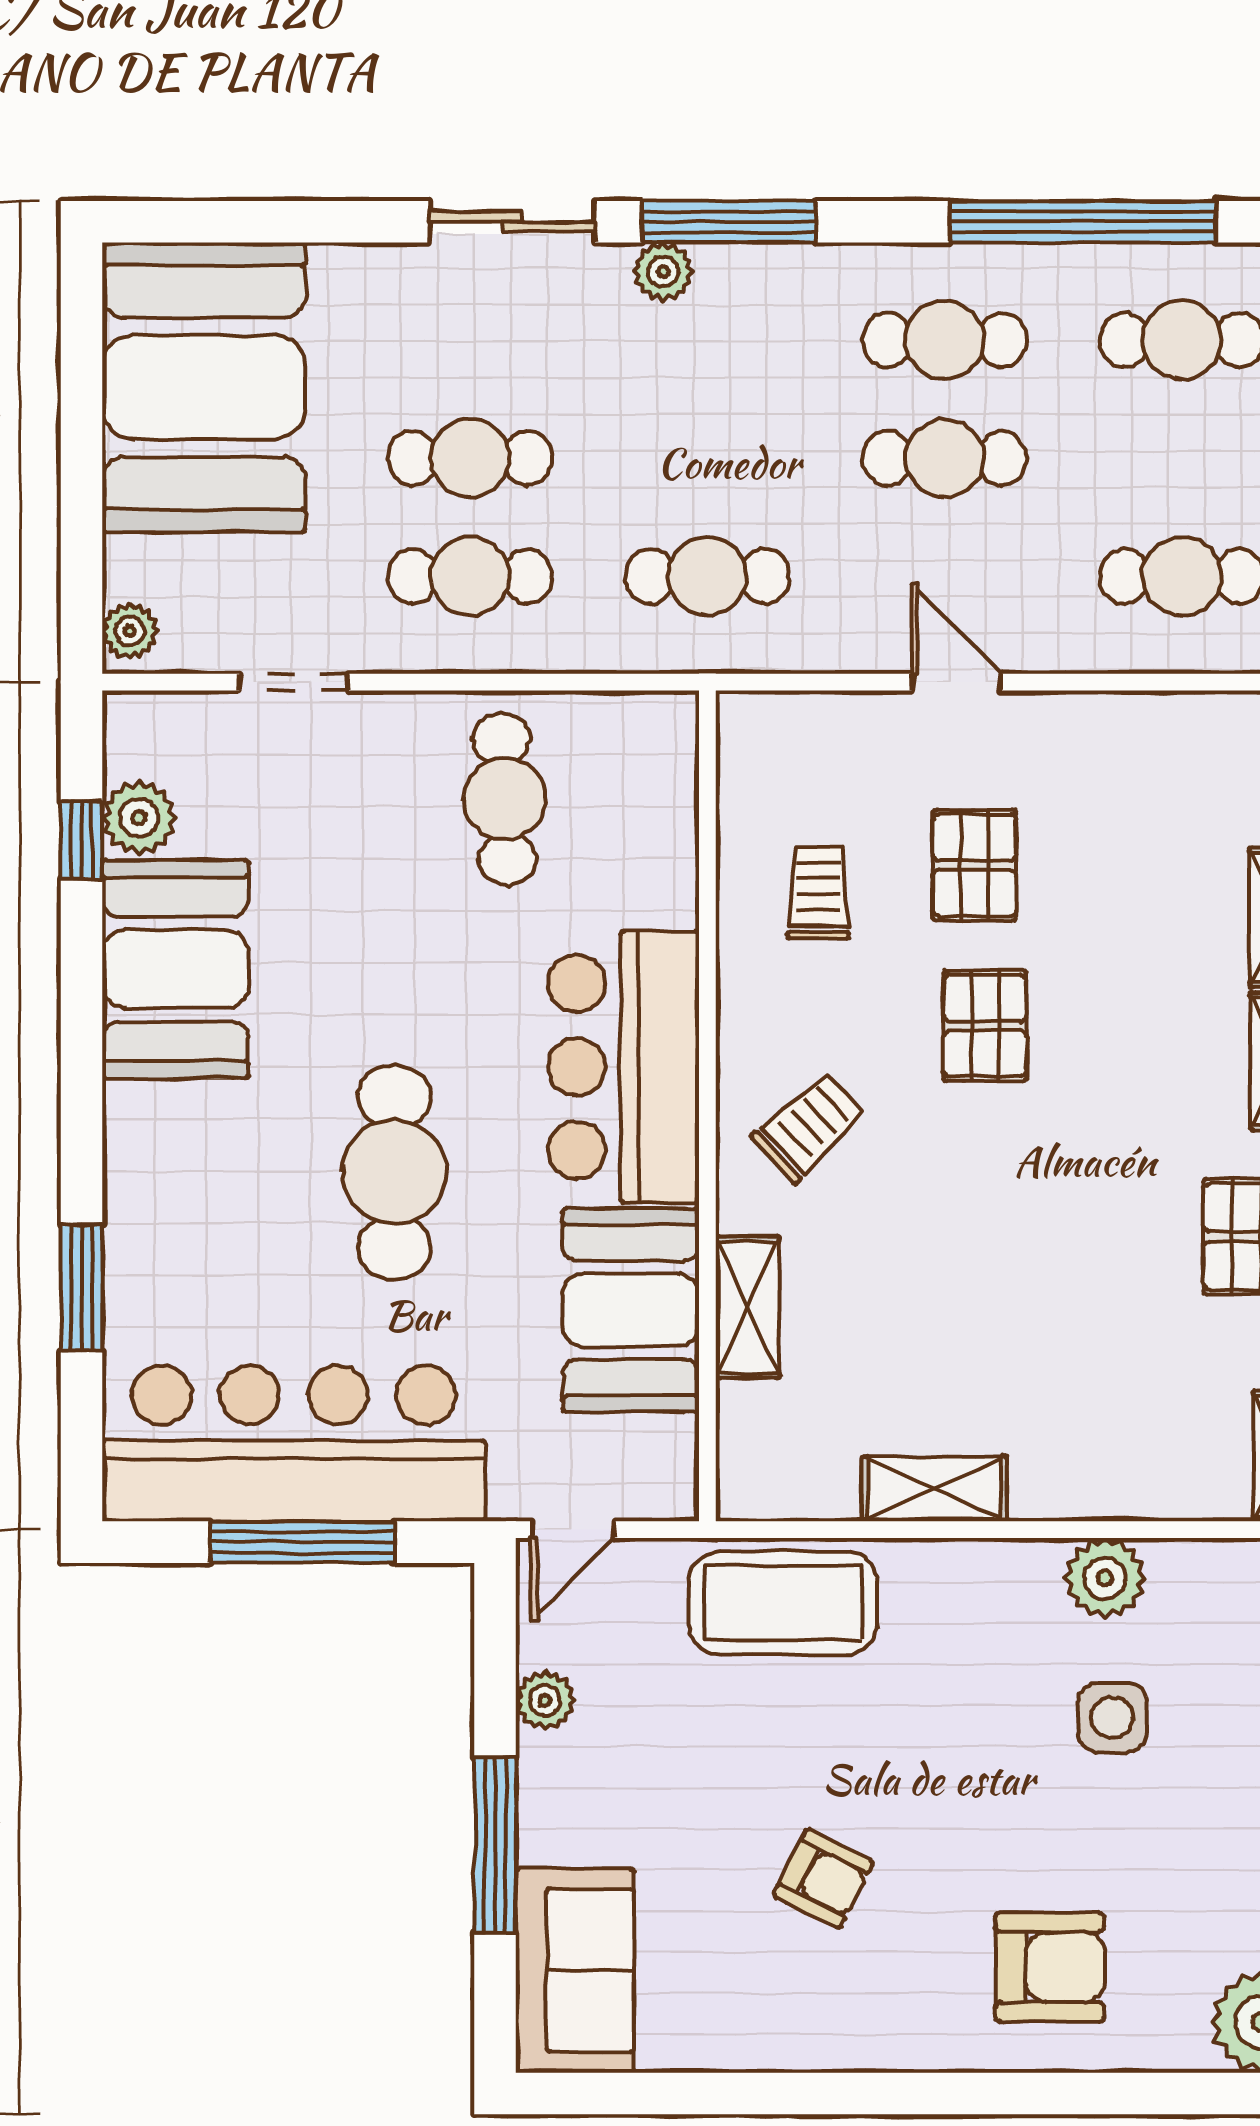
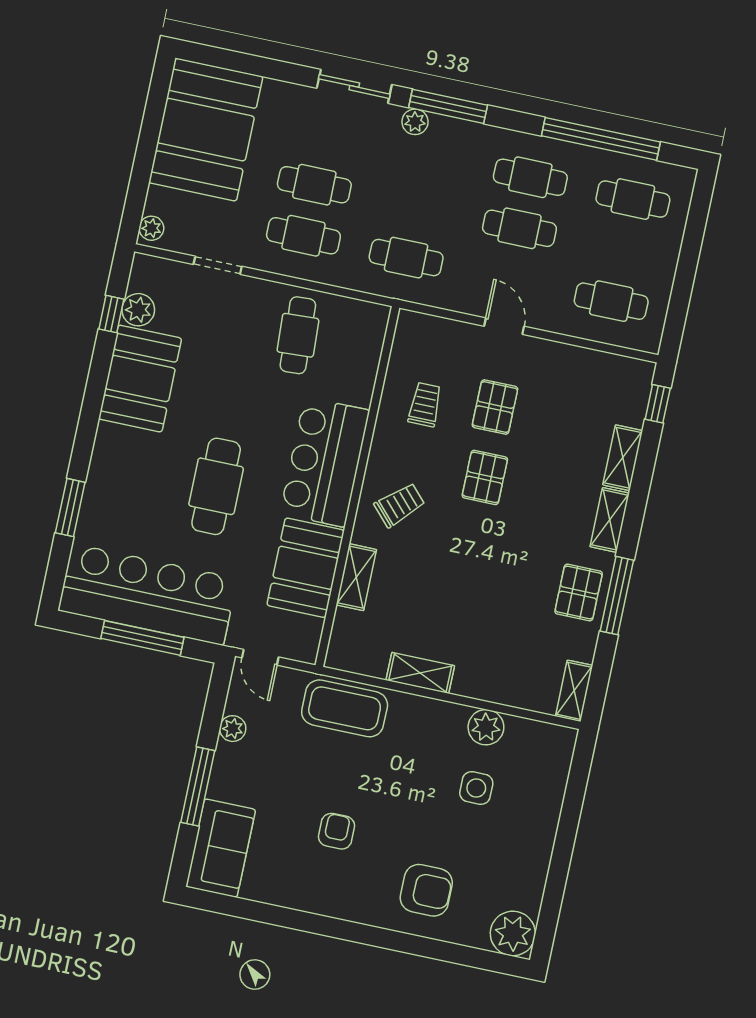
door: (573, 1530) -> (260, 657), hinge flipped
armchair: (823, 1879) -> (336, 831), turned -117

